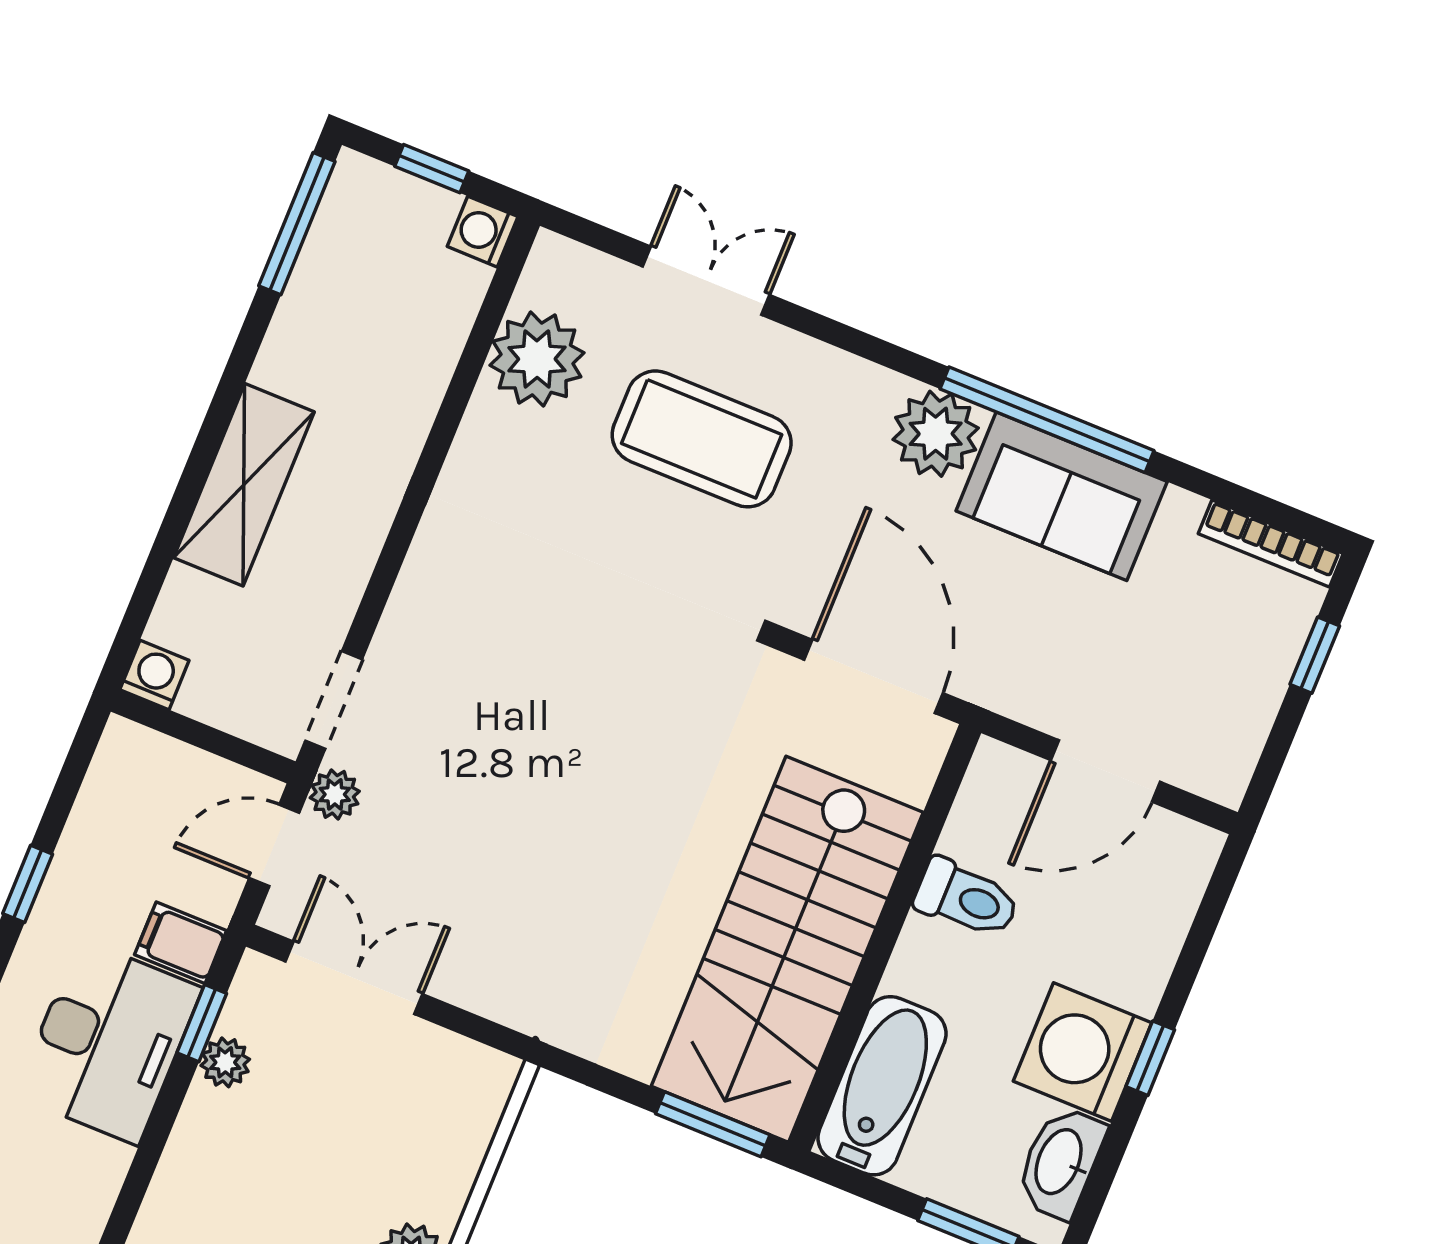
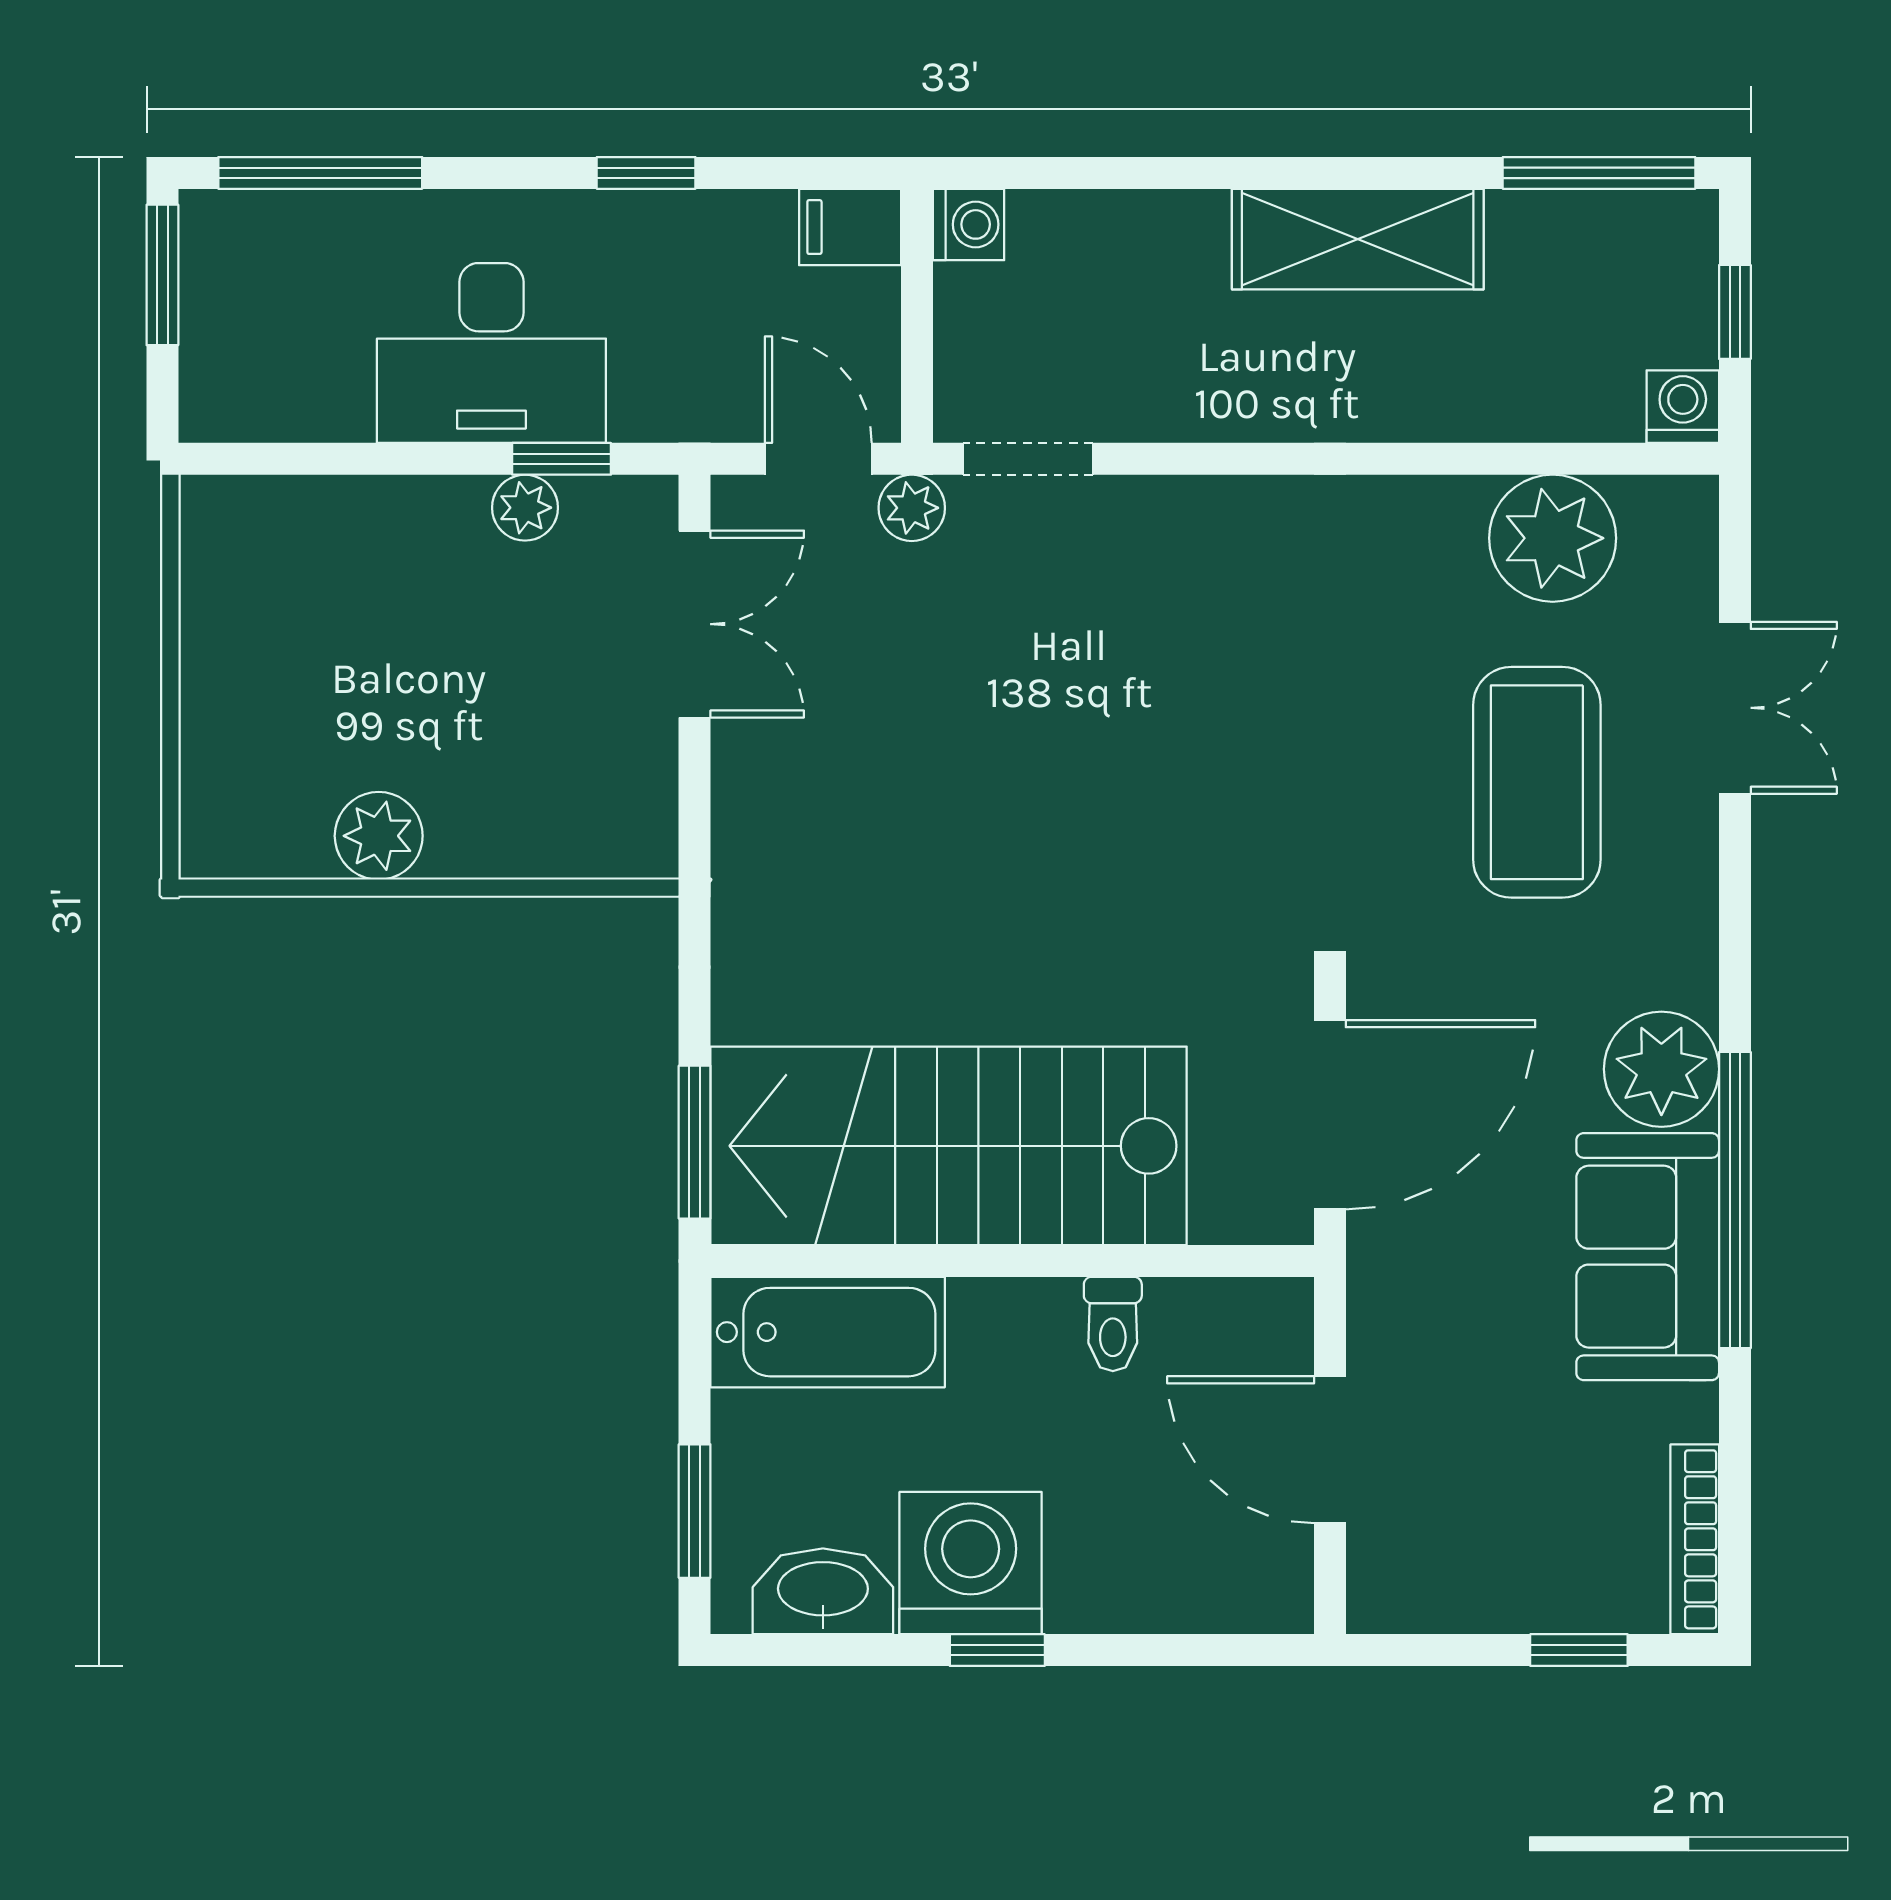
shelving: (244, 485) -> (1358, 239), moved
toilet: (967, 899) -> (1113, 1324), width x0.73, depth x0.72
filing cabinet: (181, 943) -> (850, 227), moved, turned -90

